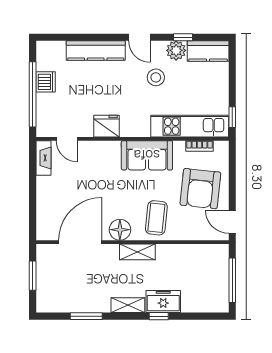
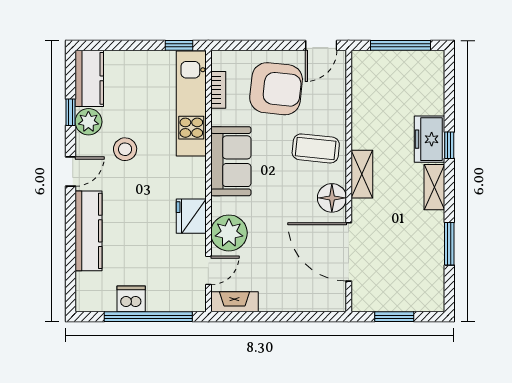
plant: (94, 154) -> (229, 233), added

